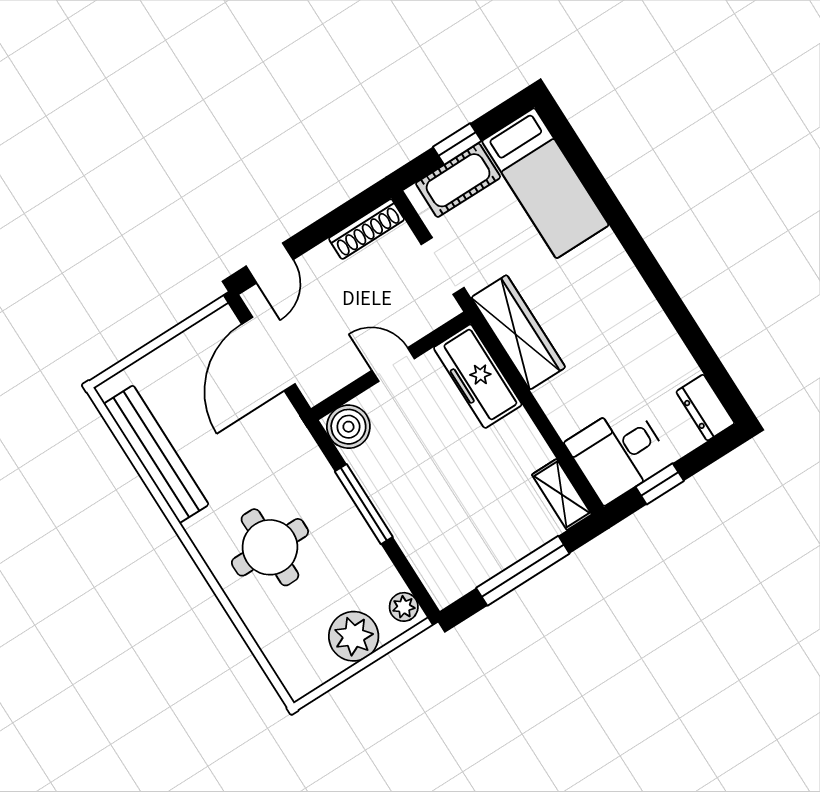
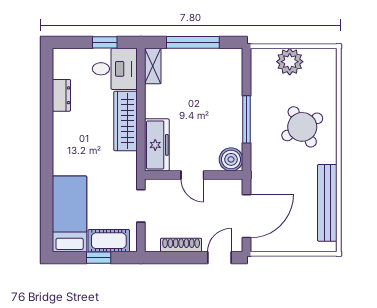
shoe rack: (367, 229) -> (181, 245), moved
wardrobe: (518, 332) -> (125, 121), moved
dresser: (705, 408) -> (61, 95), moved
round table: (270, 547) -> (302, 127), turned -30
plant: (404, 607) -> (258, 61), removed

